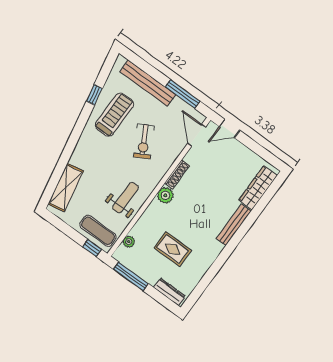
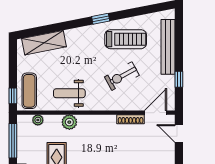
window: (183, 94) -> (179, 79), width x0.46
window: (94, 95) -> (101, 19), moved
shoe rack: (177, 174) -> (131, 119), moved
plant: (165, 195) -> (69, 122), moved
weight bench: (125, 198) -> (69, 93), turned 180

